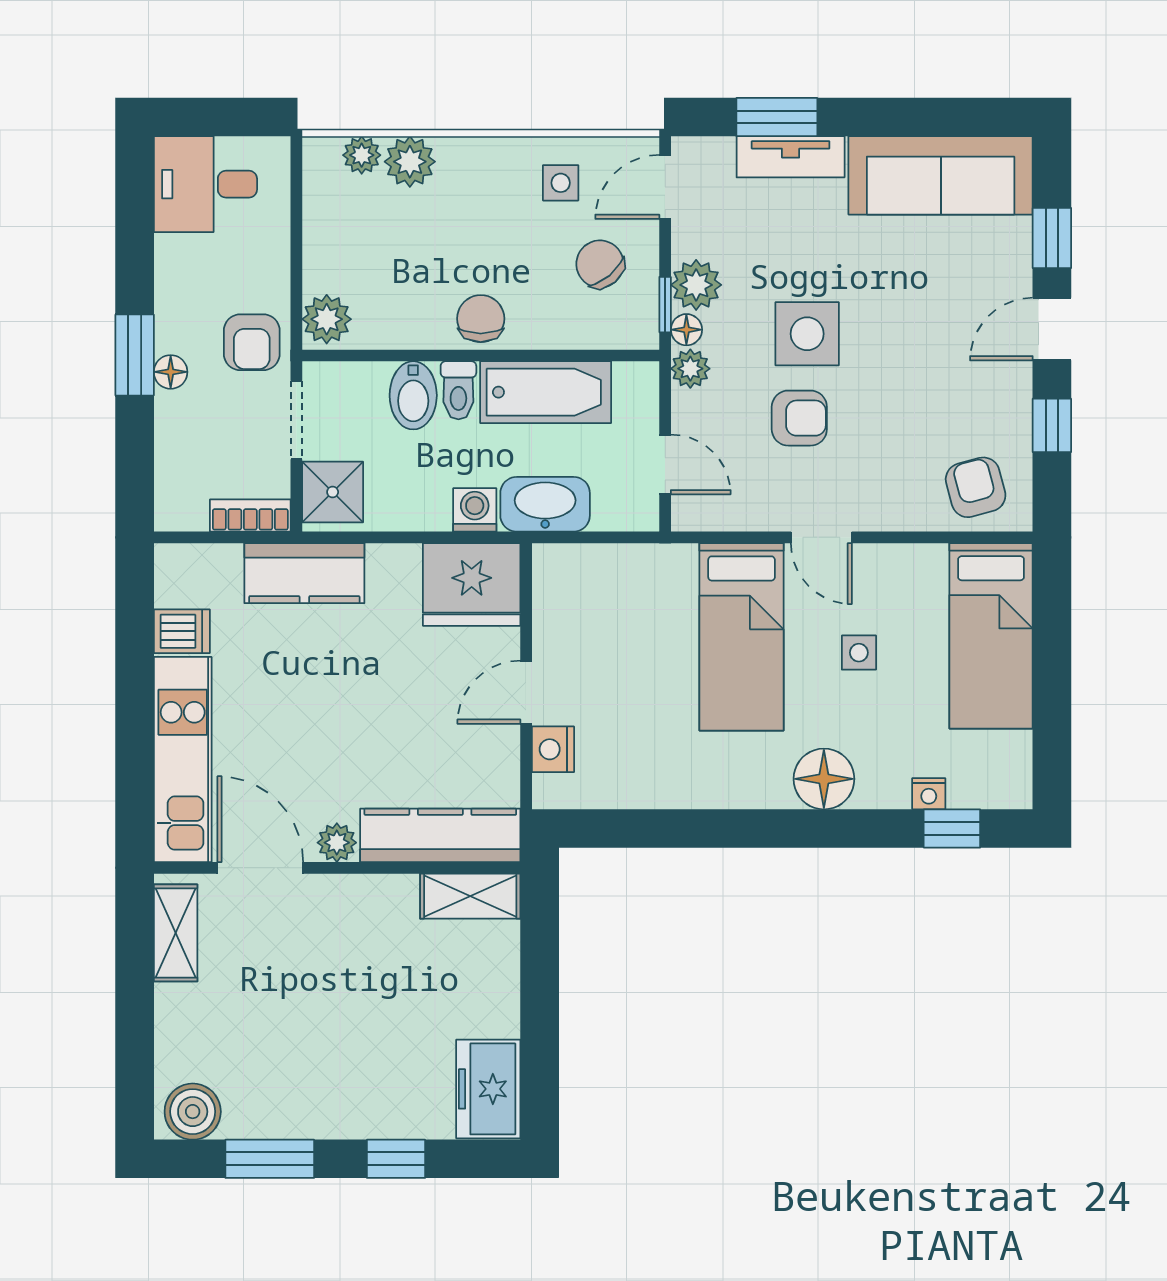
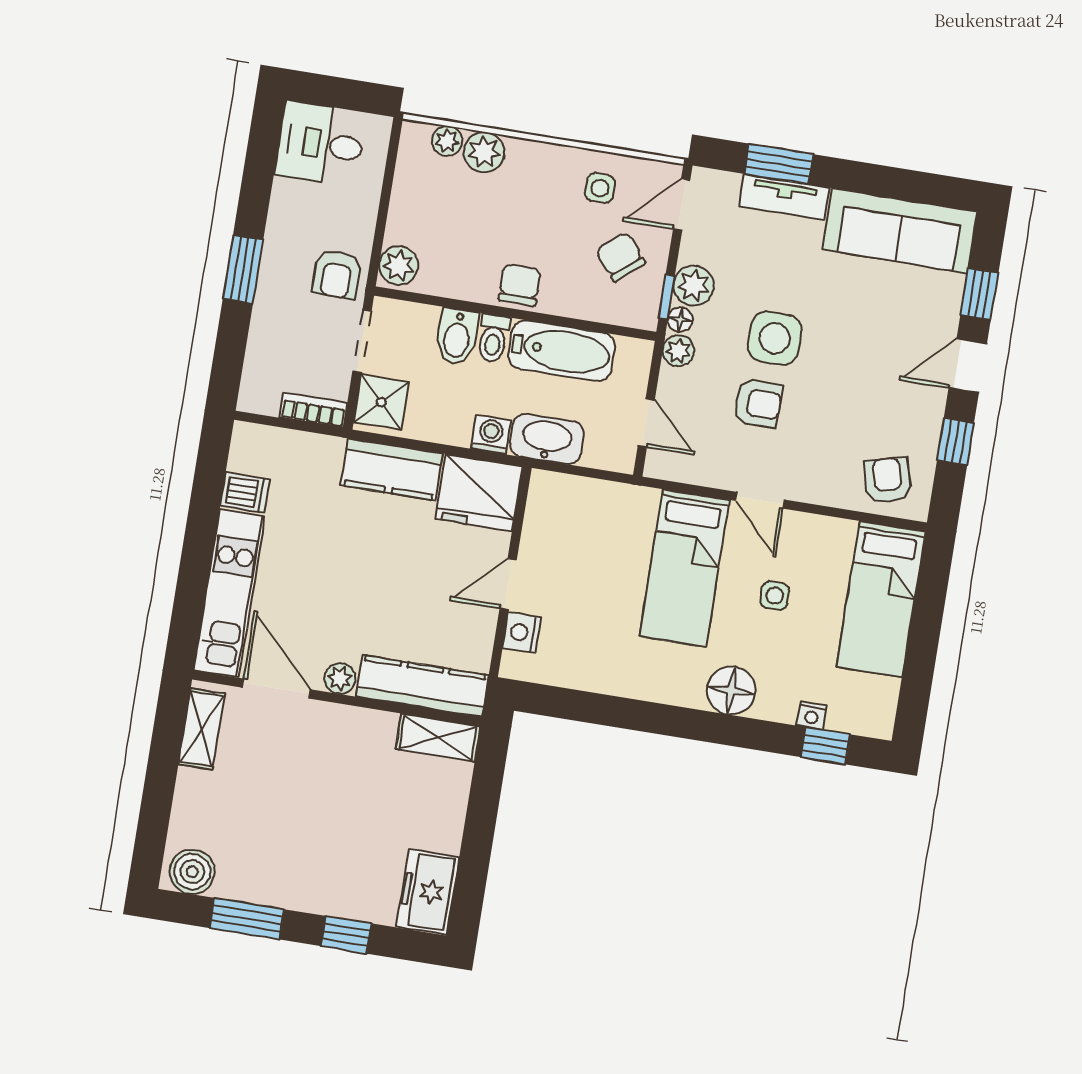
floor lamp: (171, 372) -> (269, 287), removed
kitchen counter: (304, 573) -> (392, 469), moved

